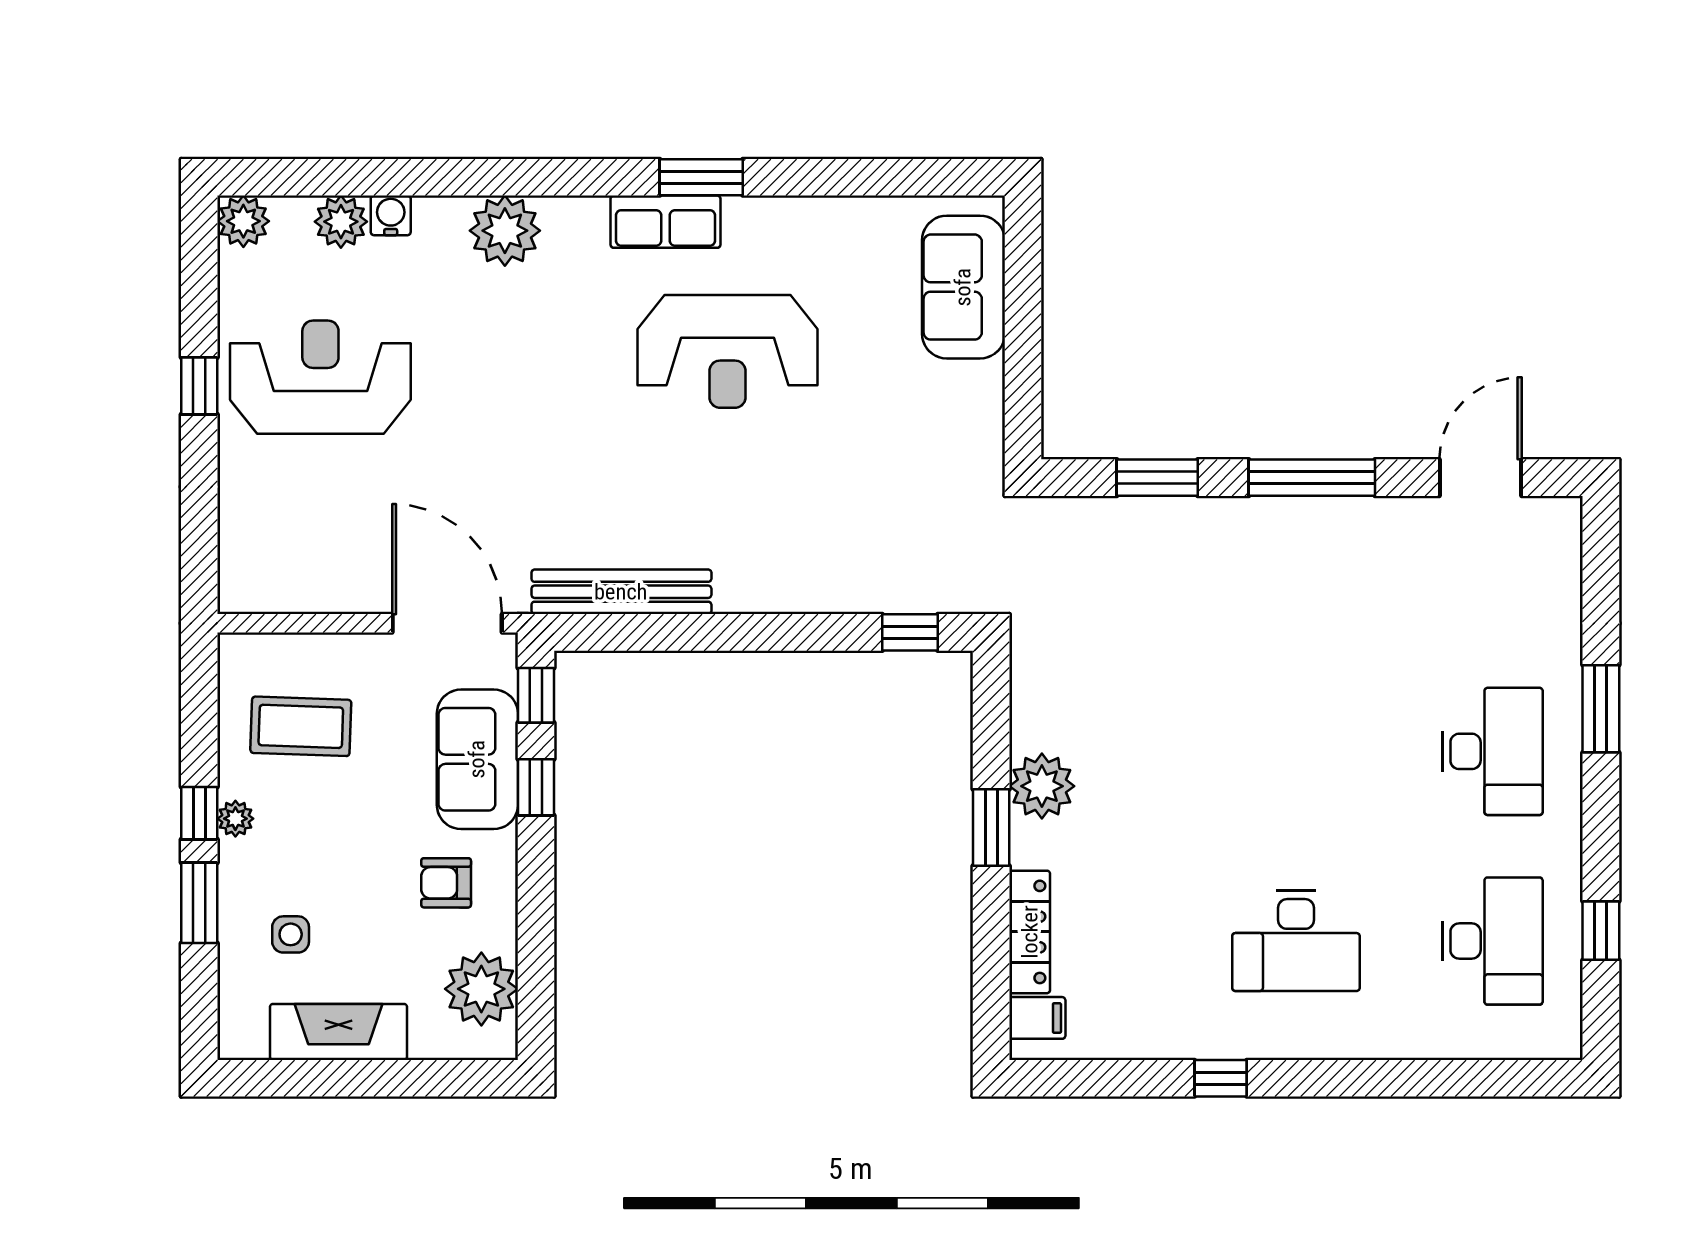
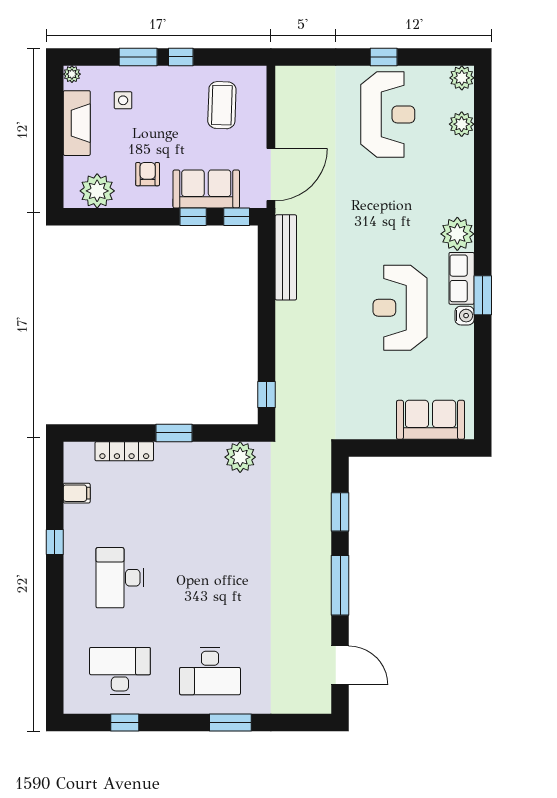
water cooler: (391, 215) -> (465, 316), moved
plant: (505, 231) -> (457, 234), moved
plant: (1042, 786) -> (240, 457), moved
plant: (235, 819) -> (72, 74), moved
desk: (1493, 941) -> (120, 671), turned 180
filing cabinet: (1037, 1018) -> (77, 493), moved, turned -90

